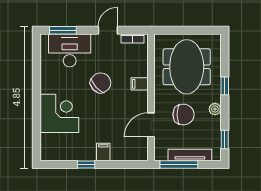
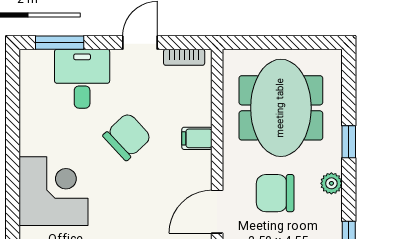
desk: (70, 50) -> (82, 79), width x0.73
chair: (183, 115) -> (275, 193), turned 180

